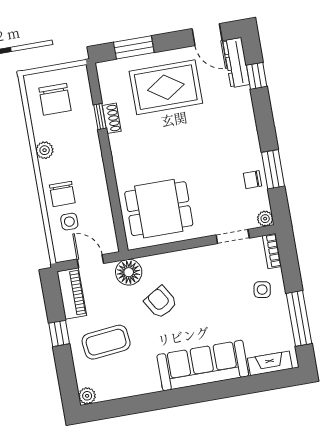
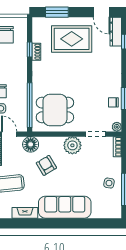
window: (116, 208) -> (30, 105), added
plant: (198, 262) -> (72, 145), added
side table: (262, 290) -> (109, 183), moved
fireplace: (270, 363) -> (25, 213), moved

